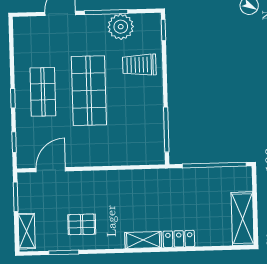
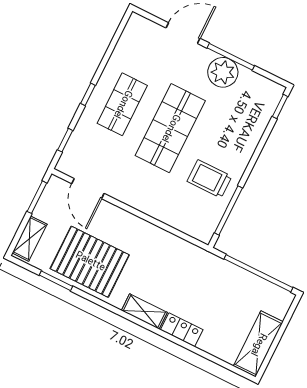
plant: (121, 27) -> (223, 72), moved
trolley: (139, 65) -> (209, 179), moved
door: (51, 170) -> (88, 189), swing flipped
pallet: (82, 224) -> (90, 262), width x2.05, depth x2.00

